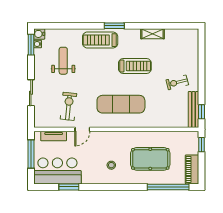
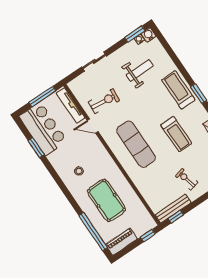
tv unit: (54, 136) -> (71, 105), width x1.41

